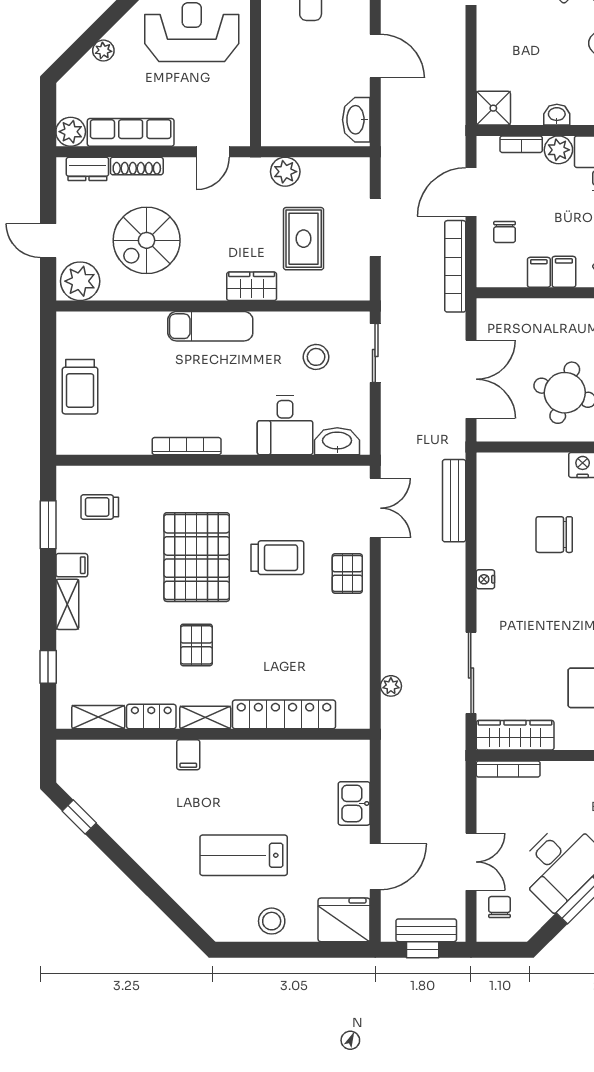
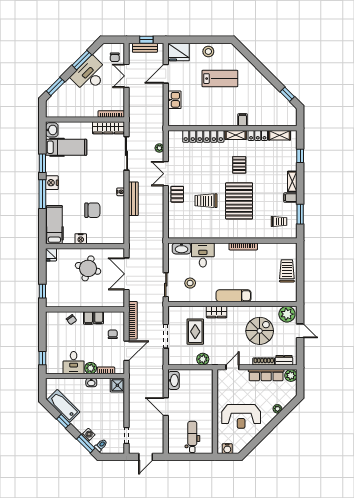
bench: (454, 501) -> (133, 199), moved
double door: (375, 508) -> (166, 174), moved

